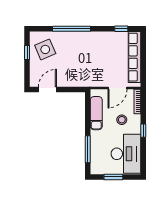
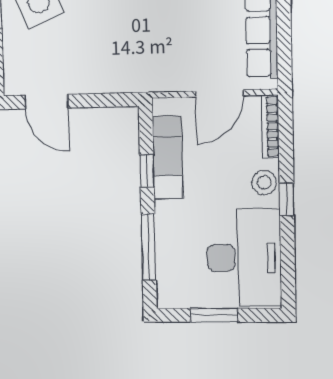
door: (47, 90) -> (46, 102), swing flipped
window: (88, 118) -> (147, 171), added
stool: (122, 120) -> (264, 182), moved

